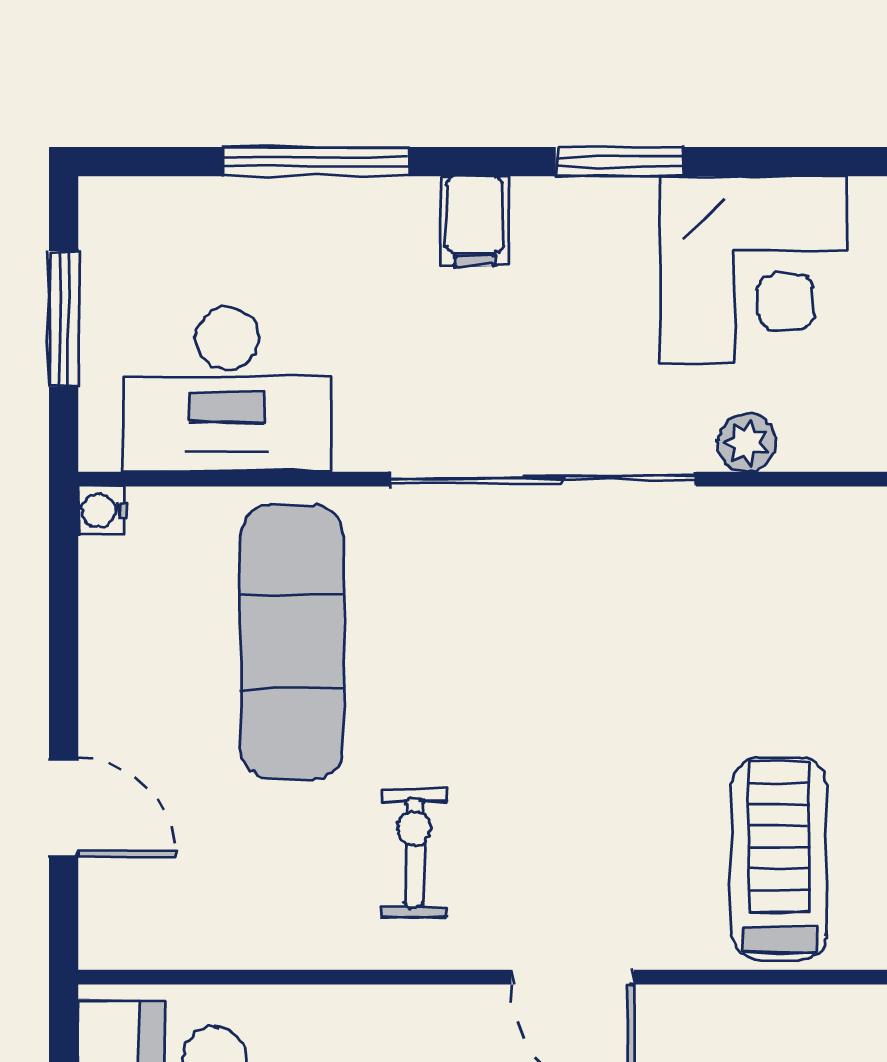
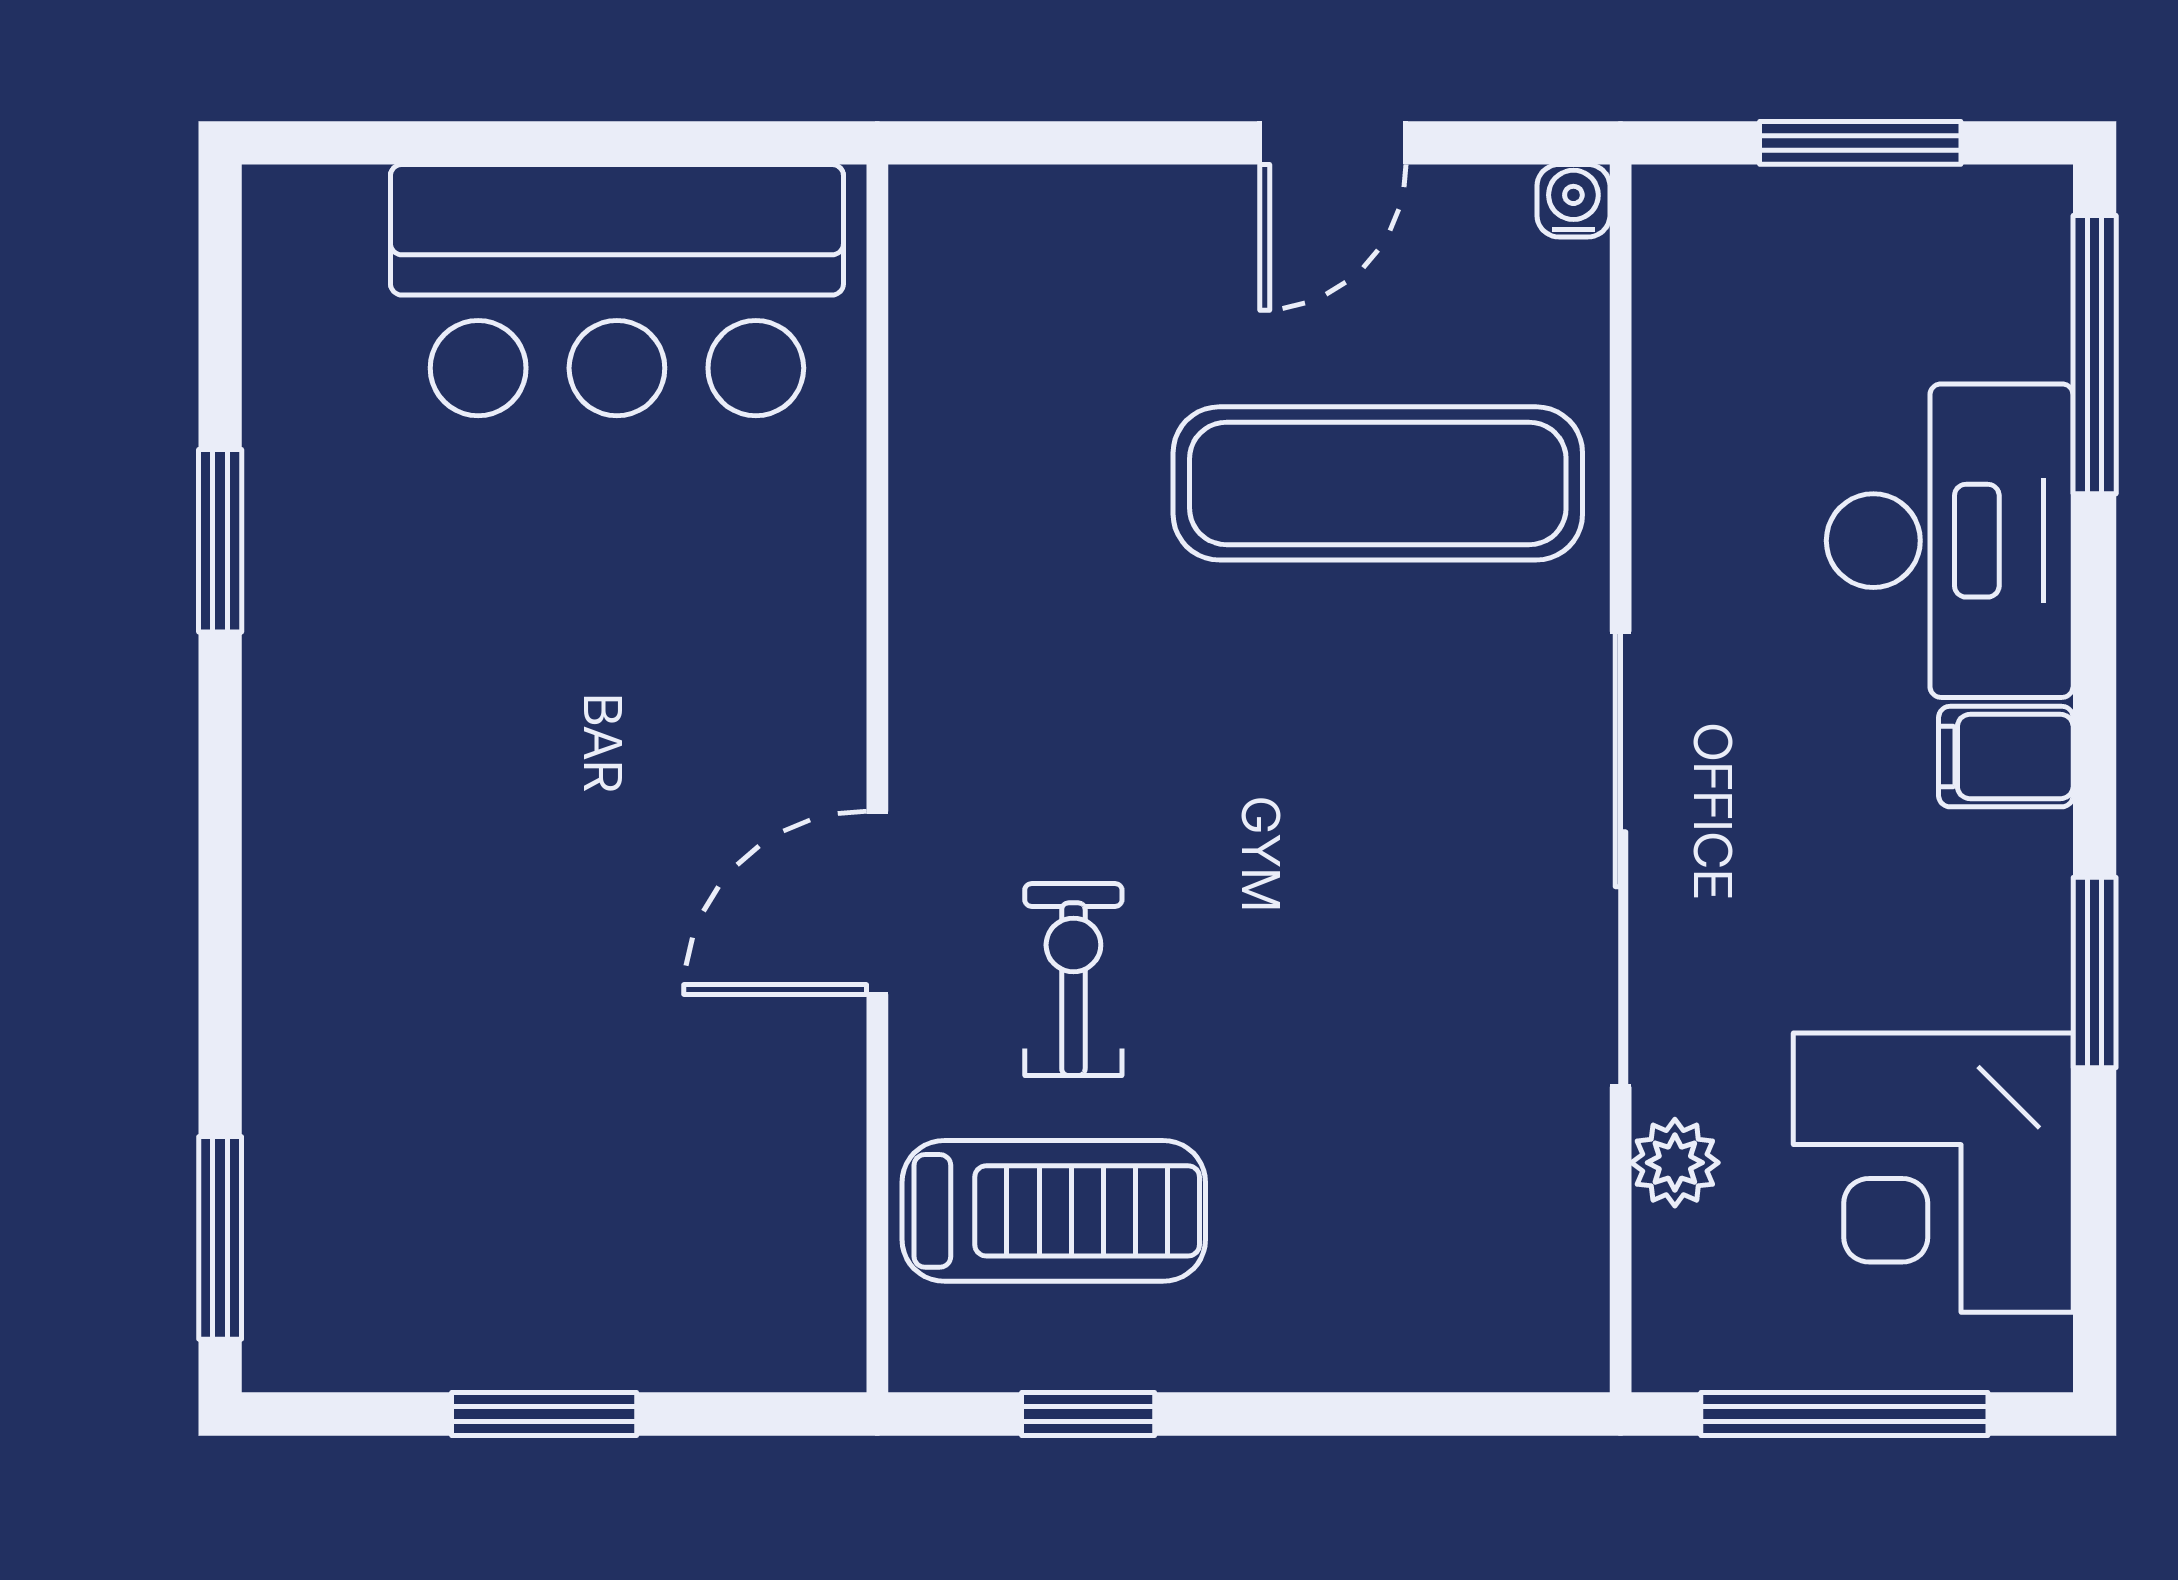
window: (316, 162) -> (2095, 355), moved
desk: (227, 389) -> (1950, 541), moved, turned 180
door: (64, 808) -> (1333, 143), moved
exercise bike: (414, 853) -> (1073, 980), moved, turned -90

